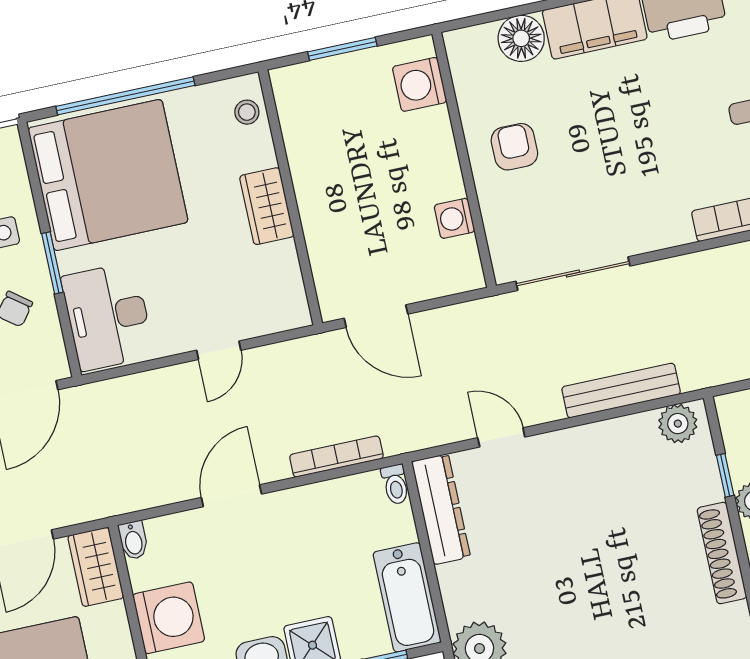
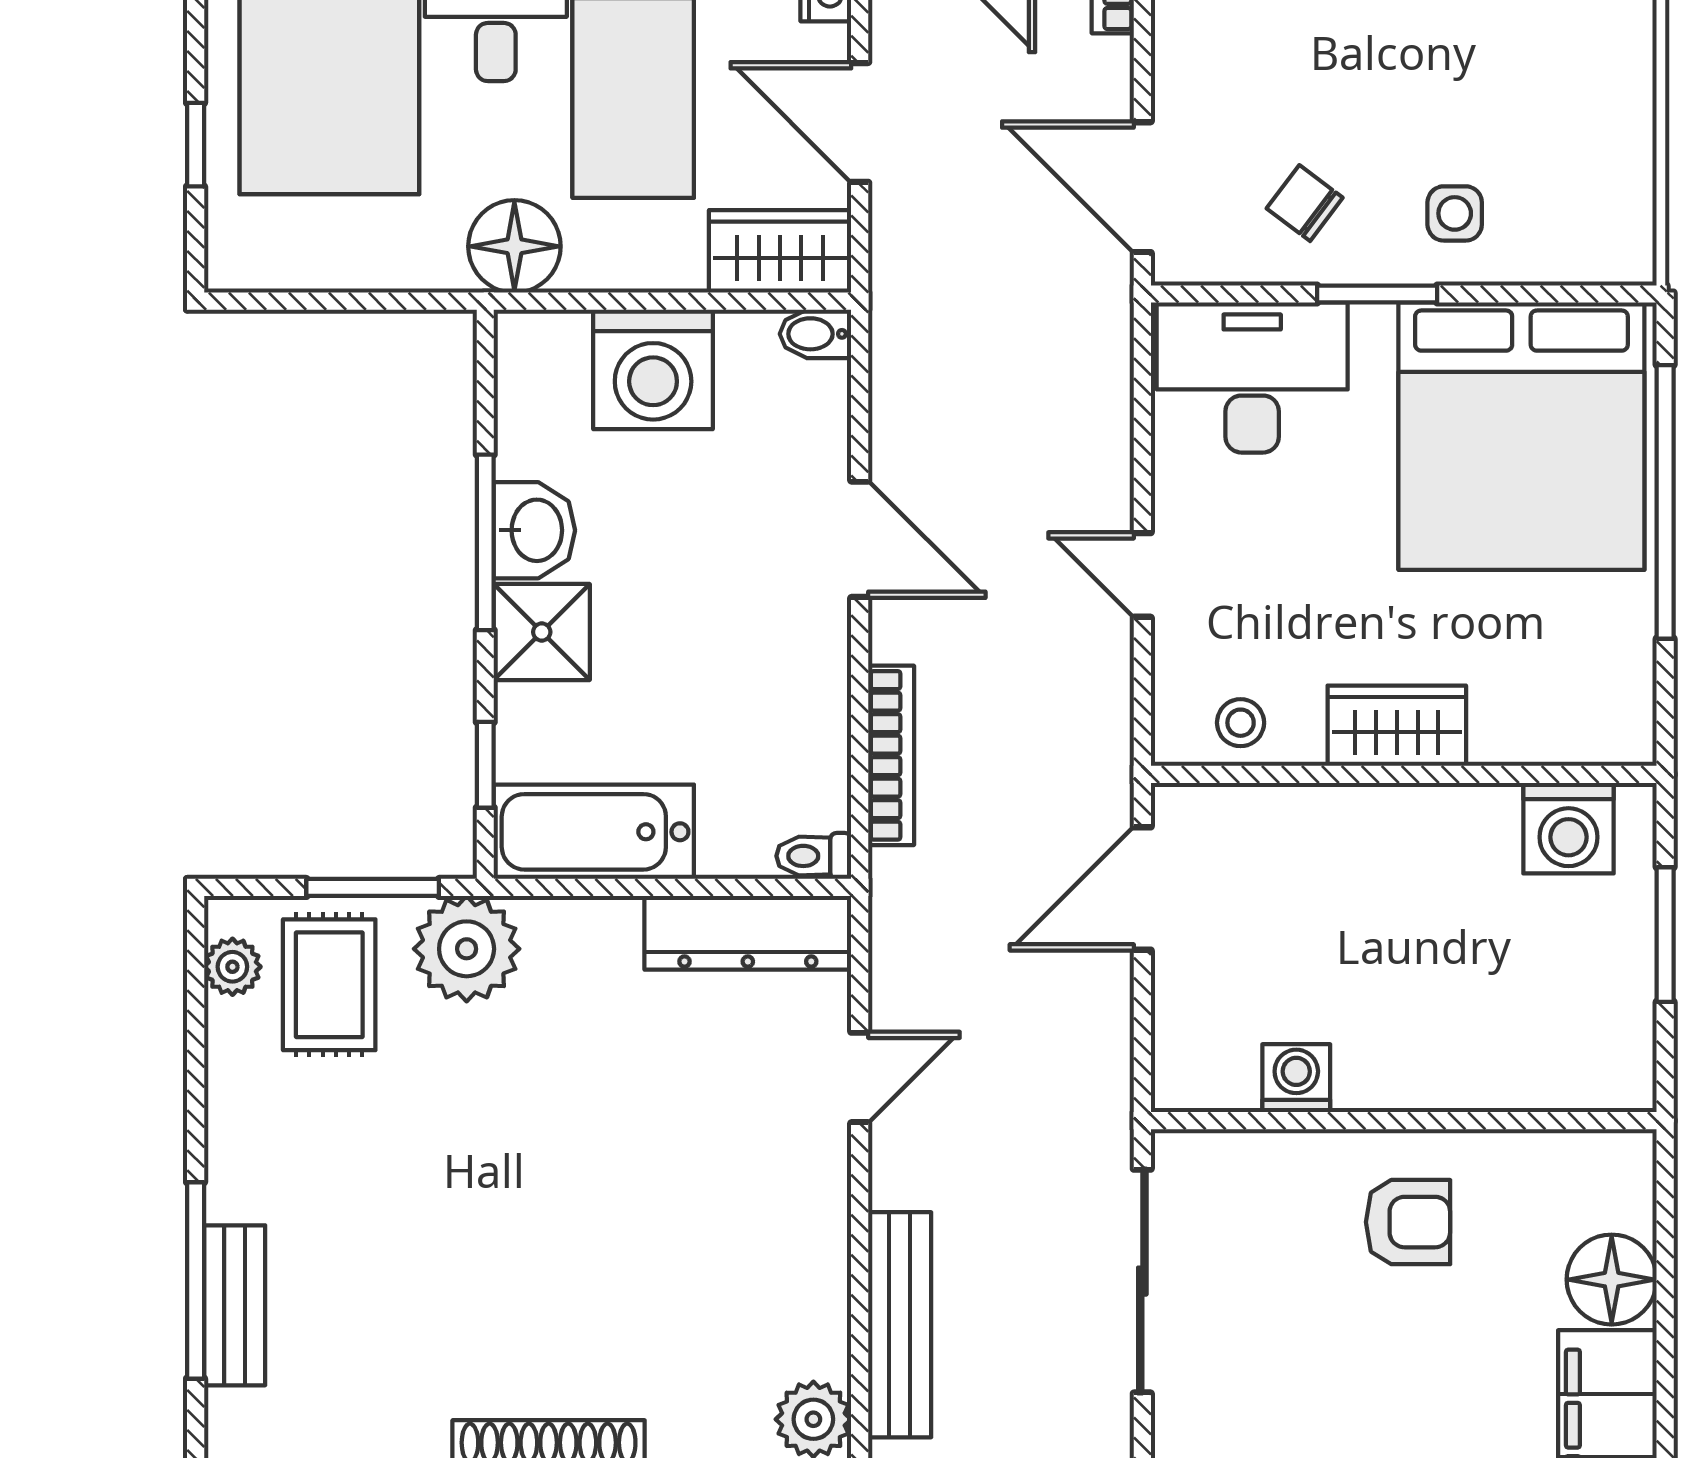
washing machine: (420, 84) -> (1569, 828), moved, turned 180
stool: (247, 112) -> (1241, 723), moved

